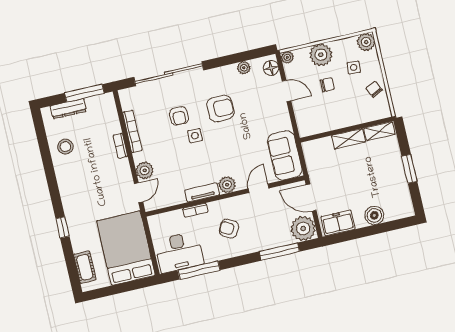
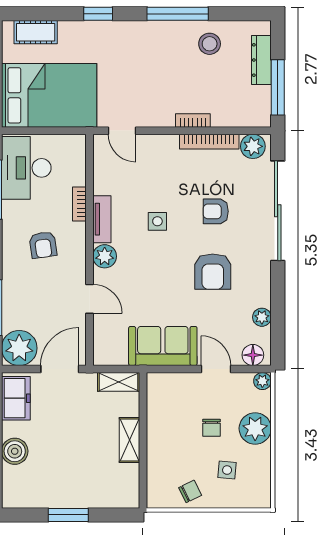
plant: (366, 42) -> (258, 496), removed
door: (286, 91) -> (216, 369), swing flipped
shelving: (379, 131) -> (119, 382), moved, turned 90
side table: (195, 136) -> (157, 221), moved
sofa: (285, 155) -> (163, 346), moved
plant: (145, 170) -> (253, 146), moved
window: (50, 173) -> (178, 14), added
armchair: (229, 229) -> (43, 245), turned 144

